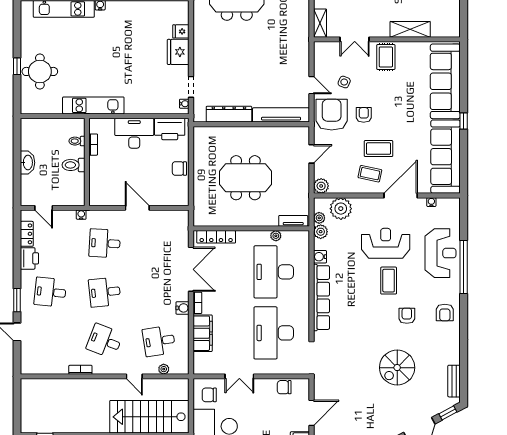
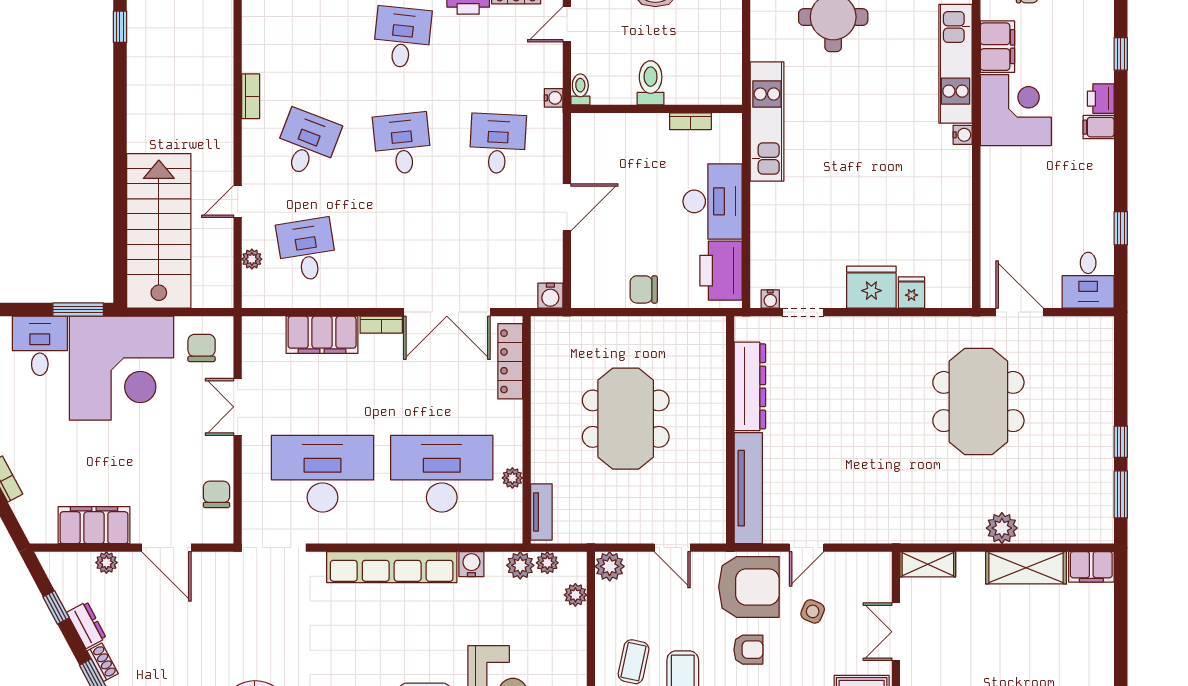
toilet: (77, 141) -> (580, 89), moved
chair: (179, 169) -> (644, 289), turned -90
plant: (341, 209) -> (575, 595), width x0.53, depth x0.53
water cooler: (183, 308) -> (550, 296), moved

